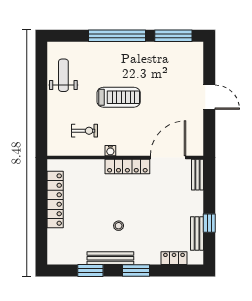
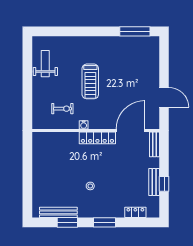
window: (117, 36) -> (89, 31), removed
treadmill: (119, 97) -> (90, 81), turned 90
door: (209, 97) -> (164, 97), moved
locker: (55, 200) -> (39, 165), removed
bench: (197, 233) -> (154, 182), moved
bench: (110, 258) -> (58, 212), moved

